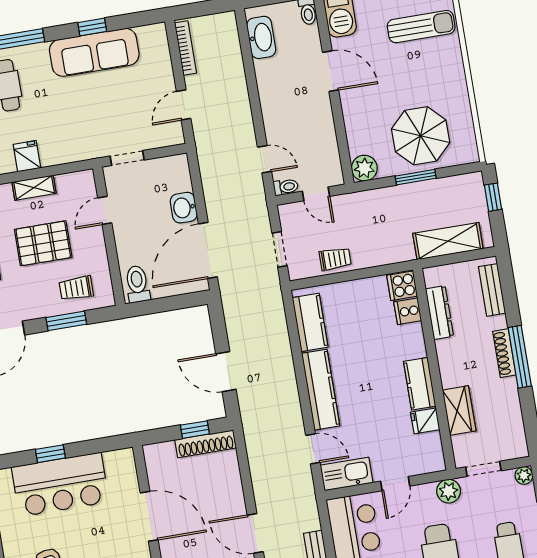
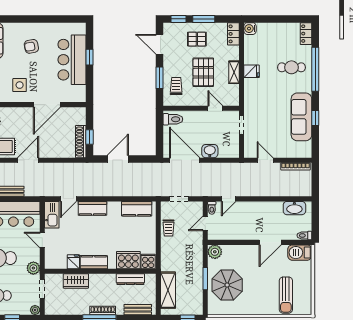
cooker: (408, 311) -> (128, 260), width x1.87, depth x1.31
kitchen counter: (321, 390) -> (92, 208), width x0.67

